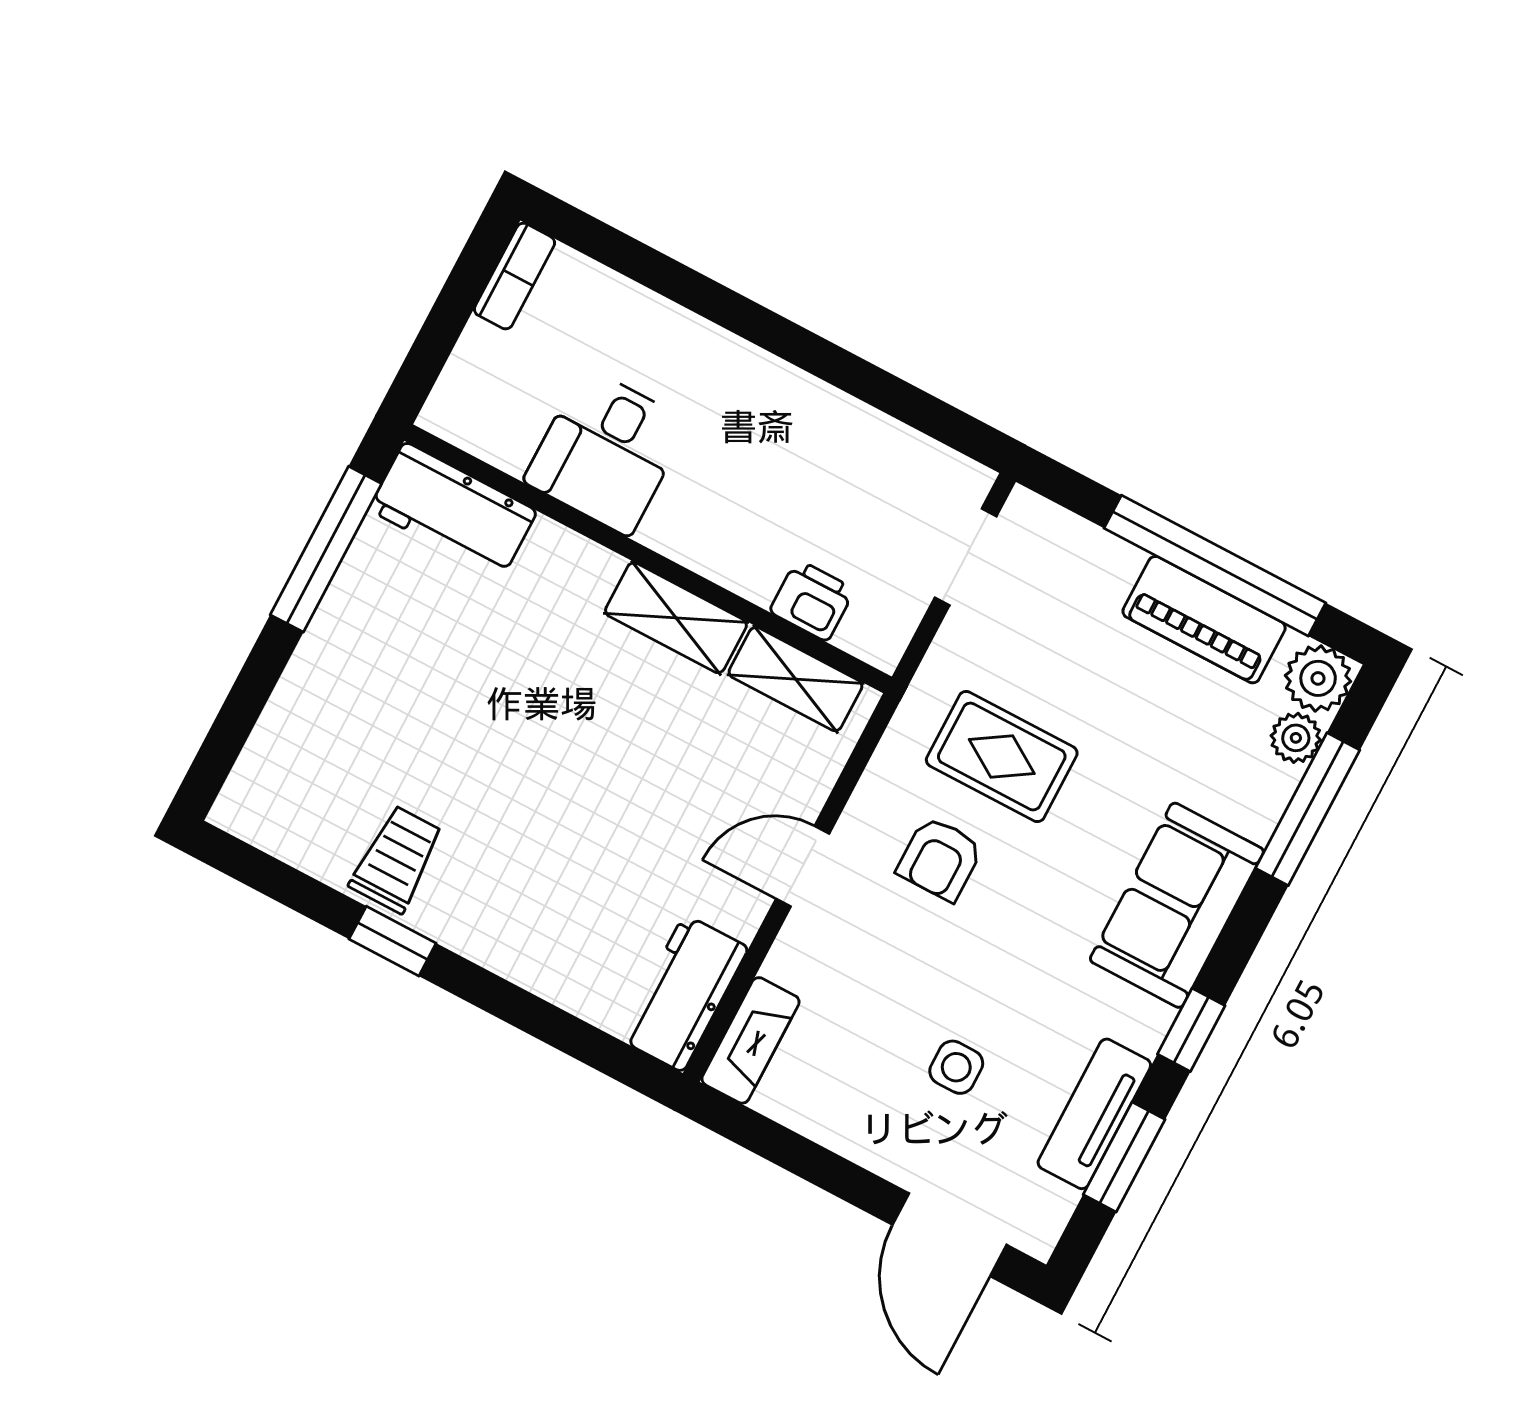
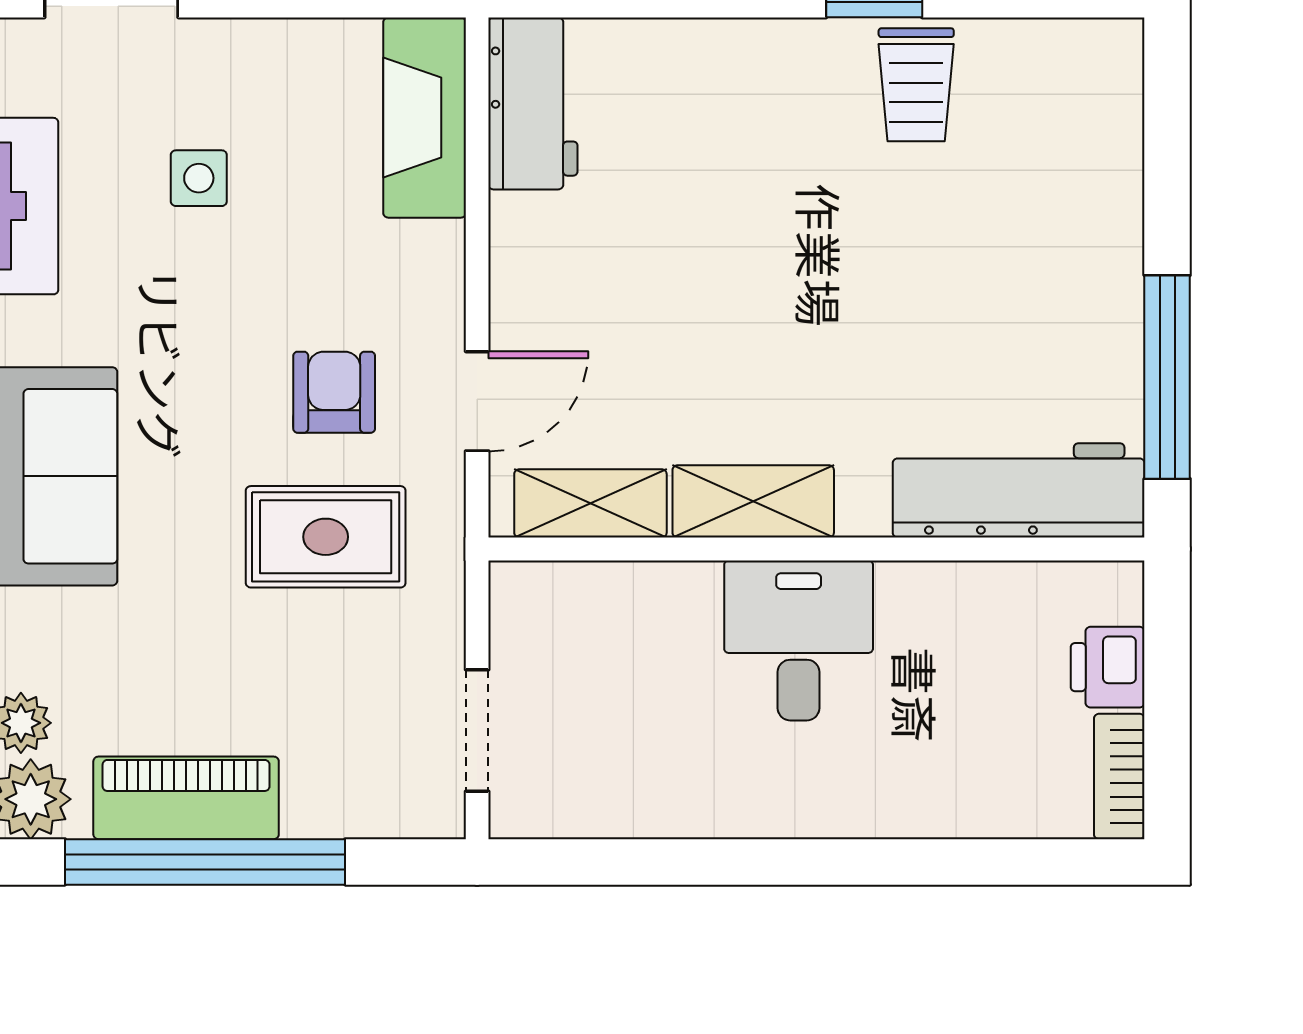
desk: (607, 451) -> (799, 640), moved
workbench: (453, 510) -> (1019, 490), width x1.38
printer: (812, 600) -> (1108, 667), moved, turned 90
door: (803, 866) -> (477, 401), moved
fireplace: (750, 1040) -> (425, 118), width x1.37, depth x1.32

